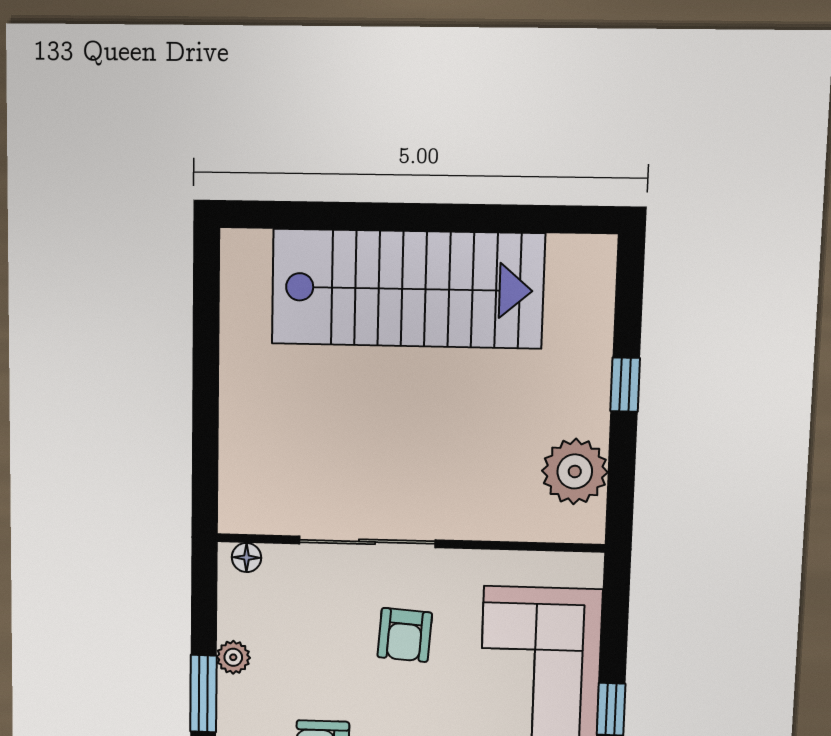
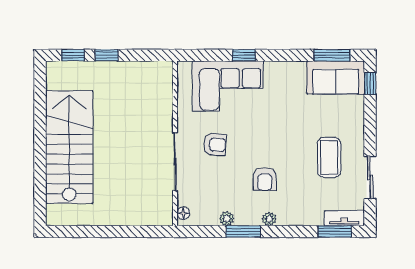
window: (629, 302) -> (73, 55), added
plant: (575, 471) -> (143, 75), removed

